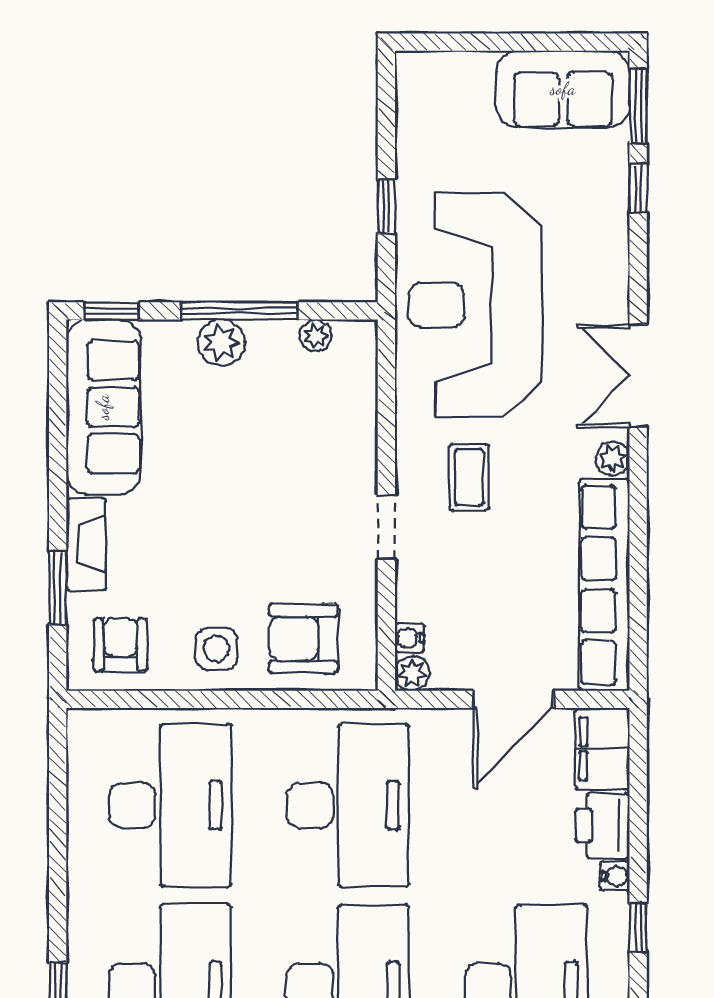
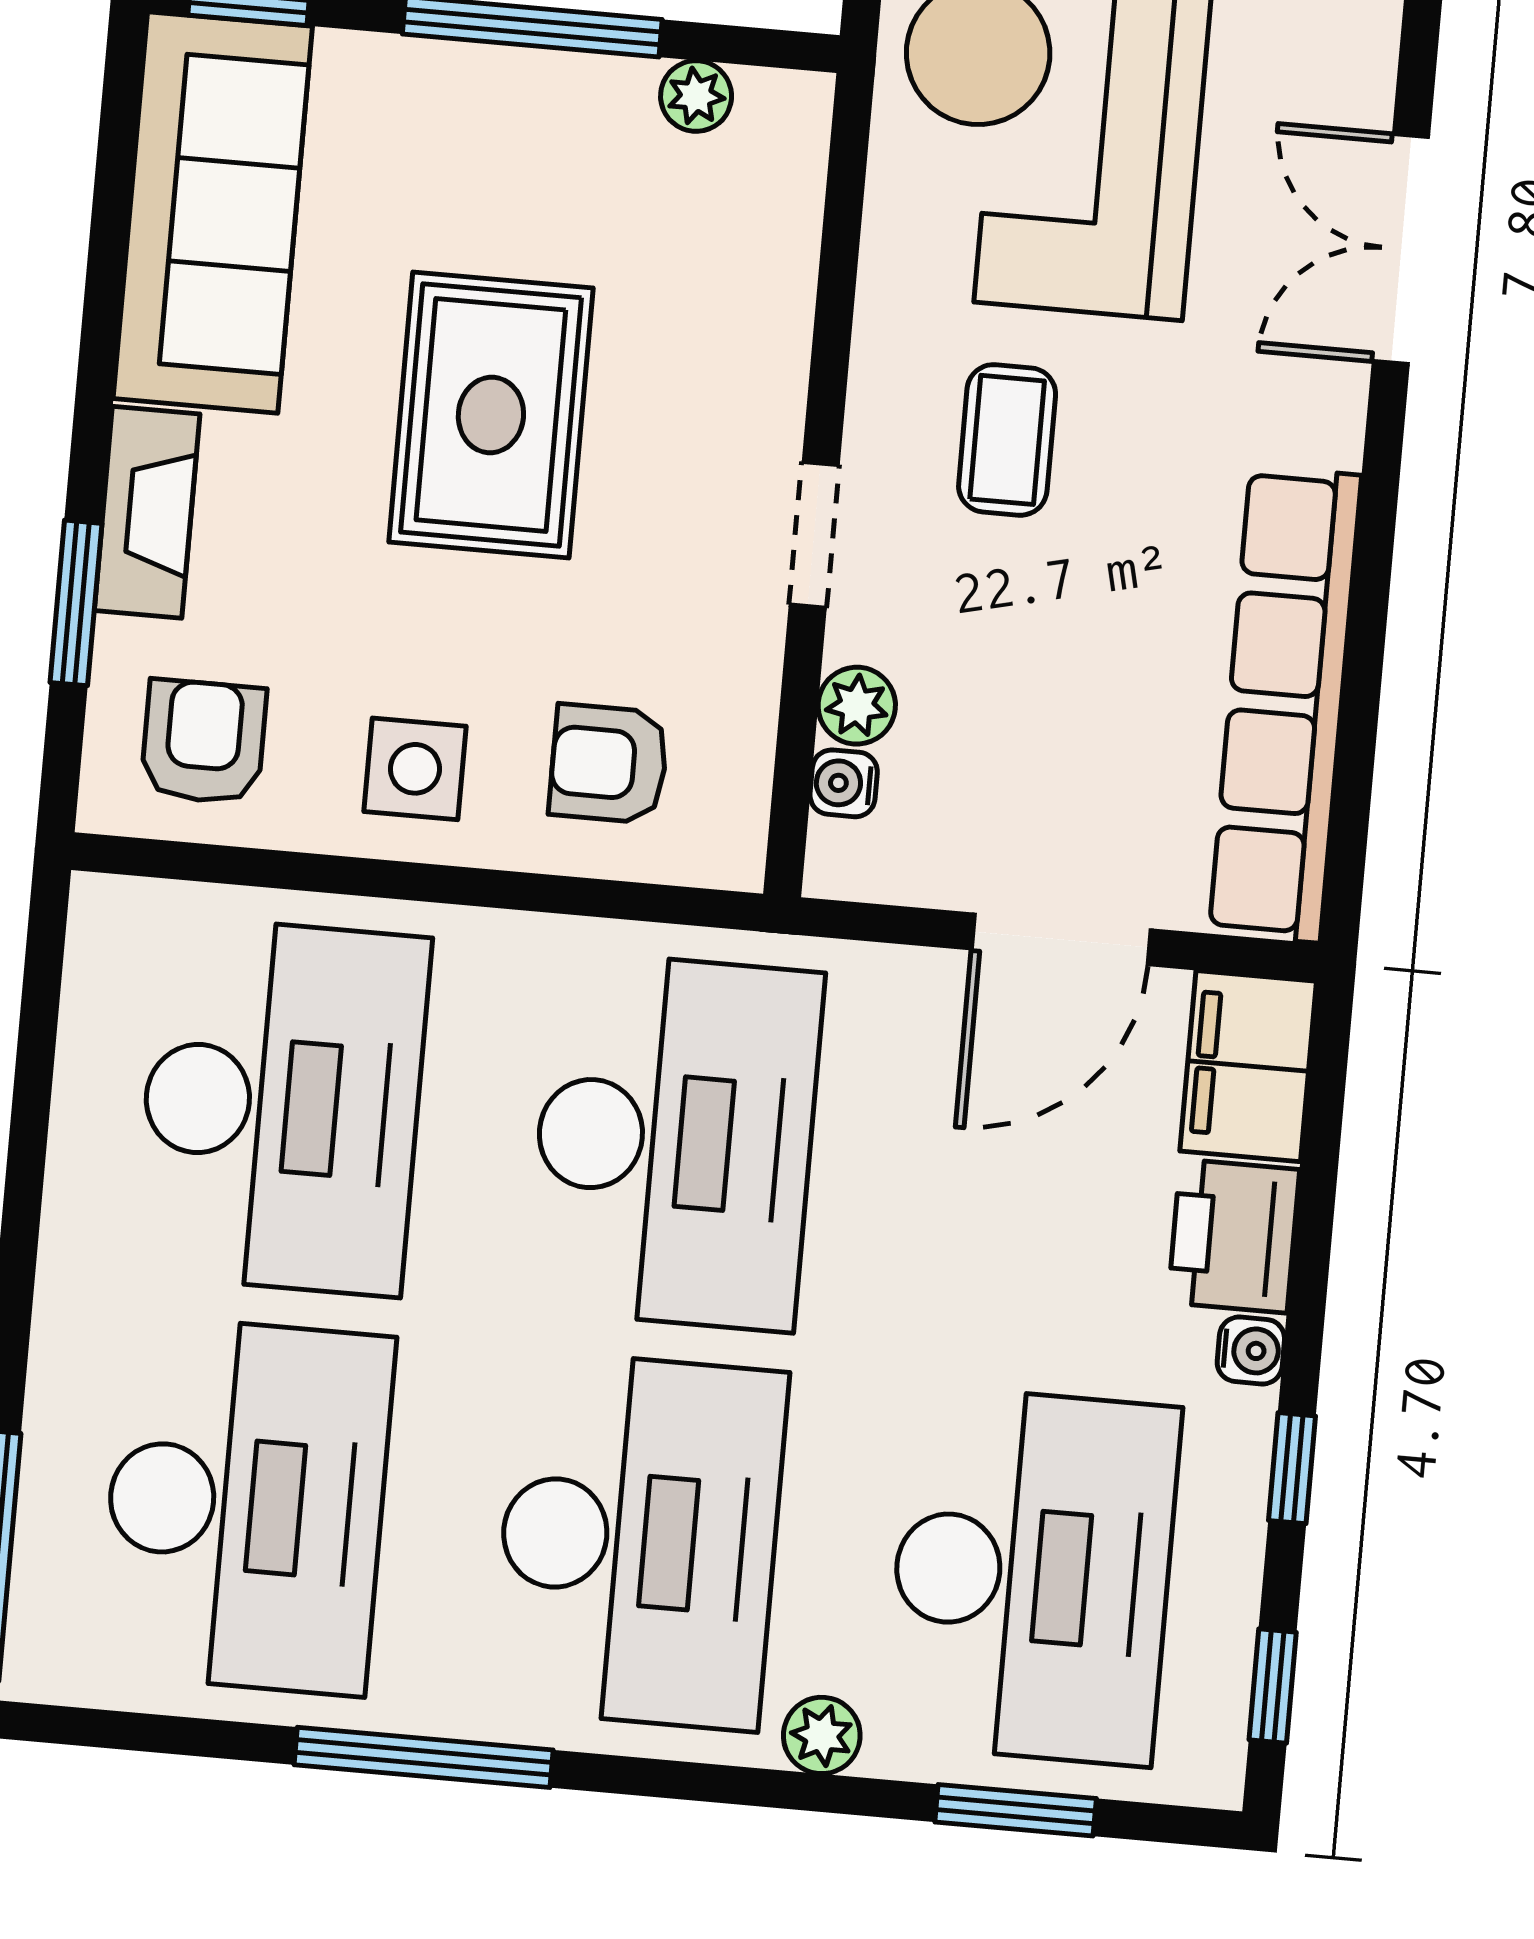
plant: (221, 343) -> (486, 93), removed
plant: (613, 458) -> (1328, 427), removed
rug: (236, 487) -> (491, 415), added
armchair: (303, 639) -> (609, 764), width x0.72, depth x0.72
plant: (412, 673) -> (857, 706), moved

